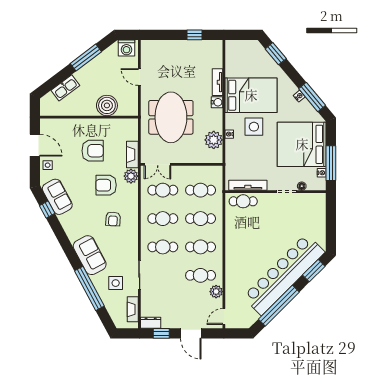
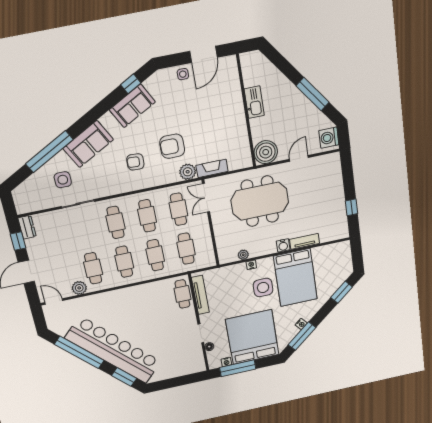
kitchen sink: (65, 88) -> (254, 102), moved, turned -143
boiler: (107, 105) -> (266, 152), moved
plant: (214, 140) -> (243, 255), width x0.53, depth x0.53
armchair: (93, 151) -> (209, 123), removed
armchair: (106, 185) -> (172, 146), turned -90
sofa: (57, 197) -> (132, 106), moved
fireplace: (133, 309) -> (37, 205), removed

